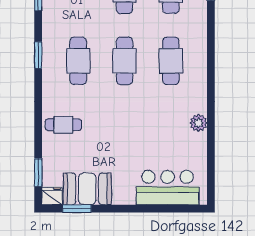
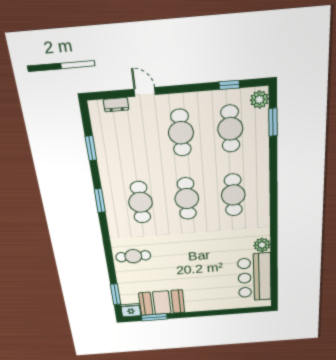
bar counter: (168, 188) -> (255, 277), moved, turned -90

